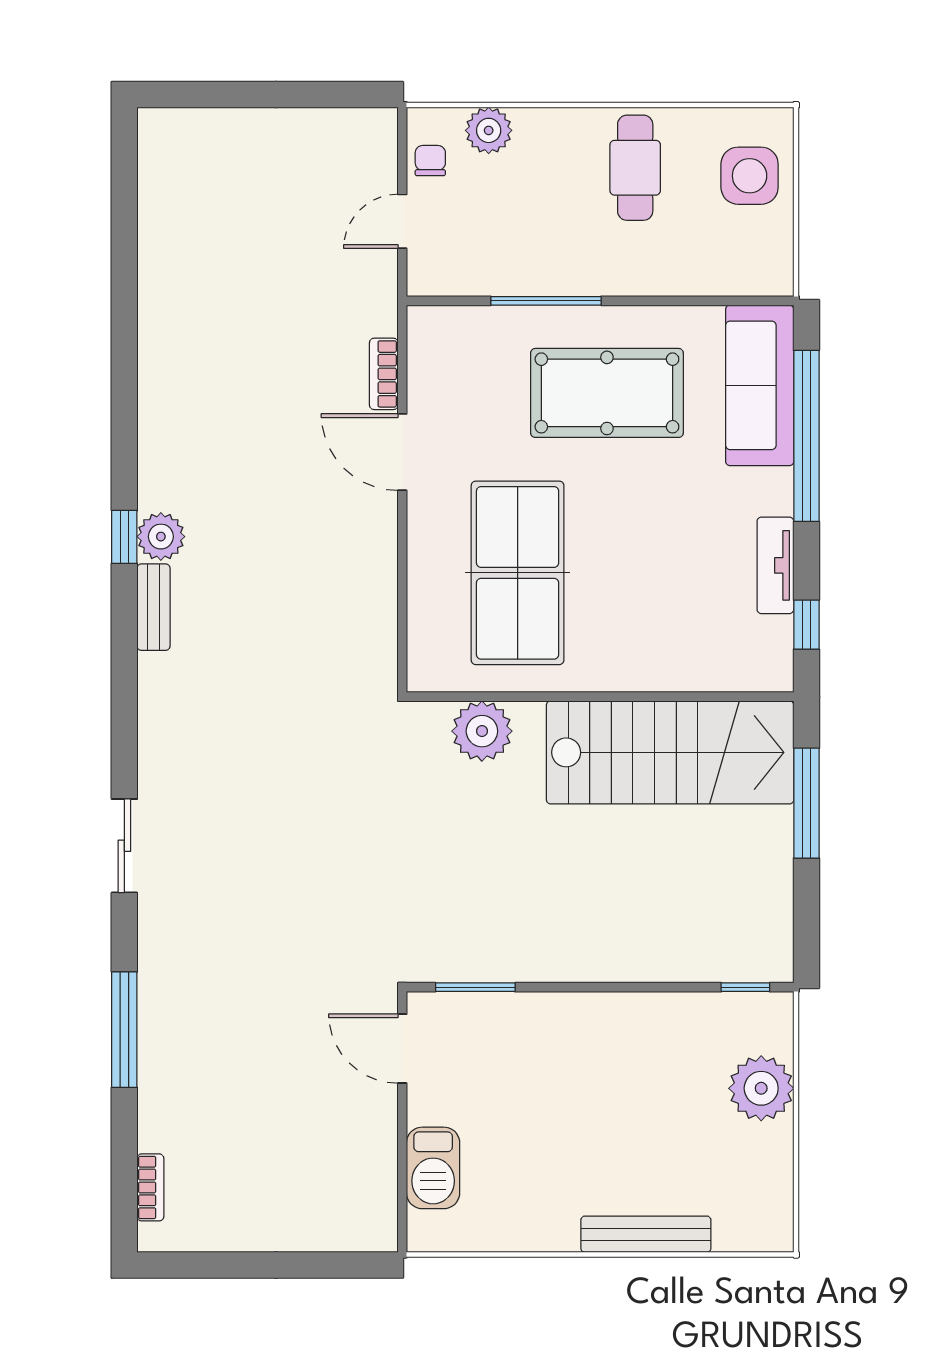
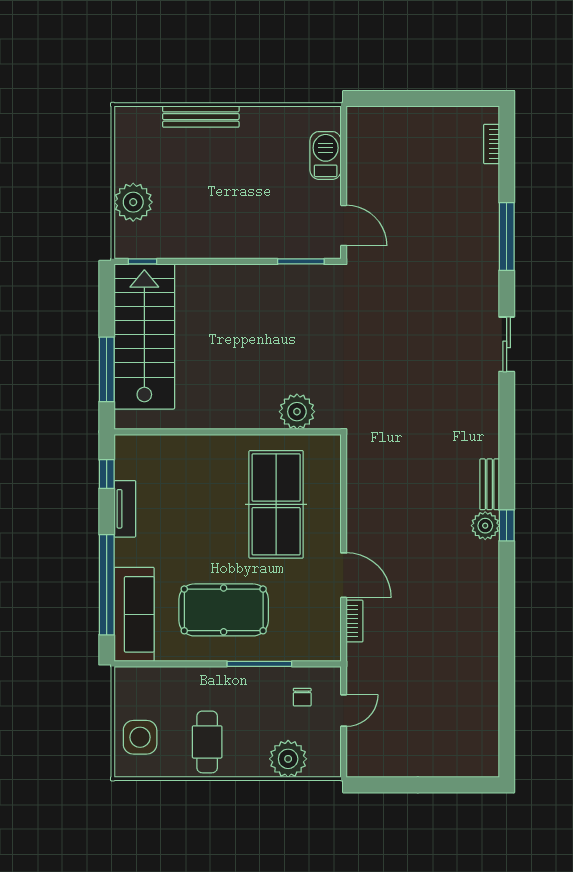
plant: (489, 130) -> (288, 759), width x1.36, depth x1.36
chair: (430, 161) -> (302, 697), moved
stairs: (670, 752) -> (144, 336), moved, turned 90

